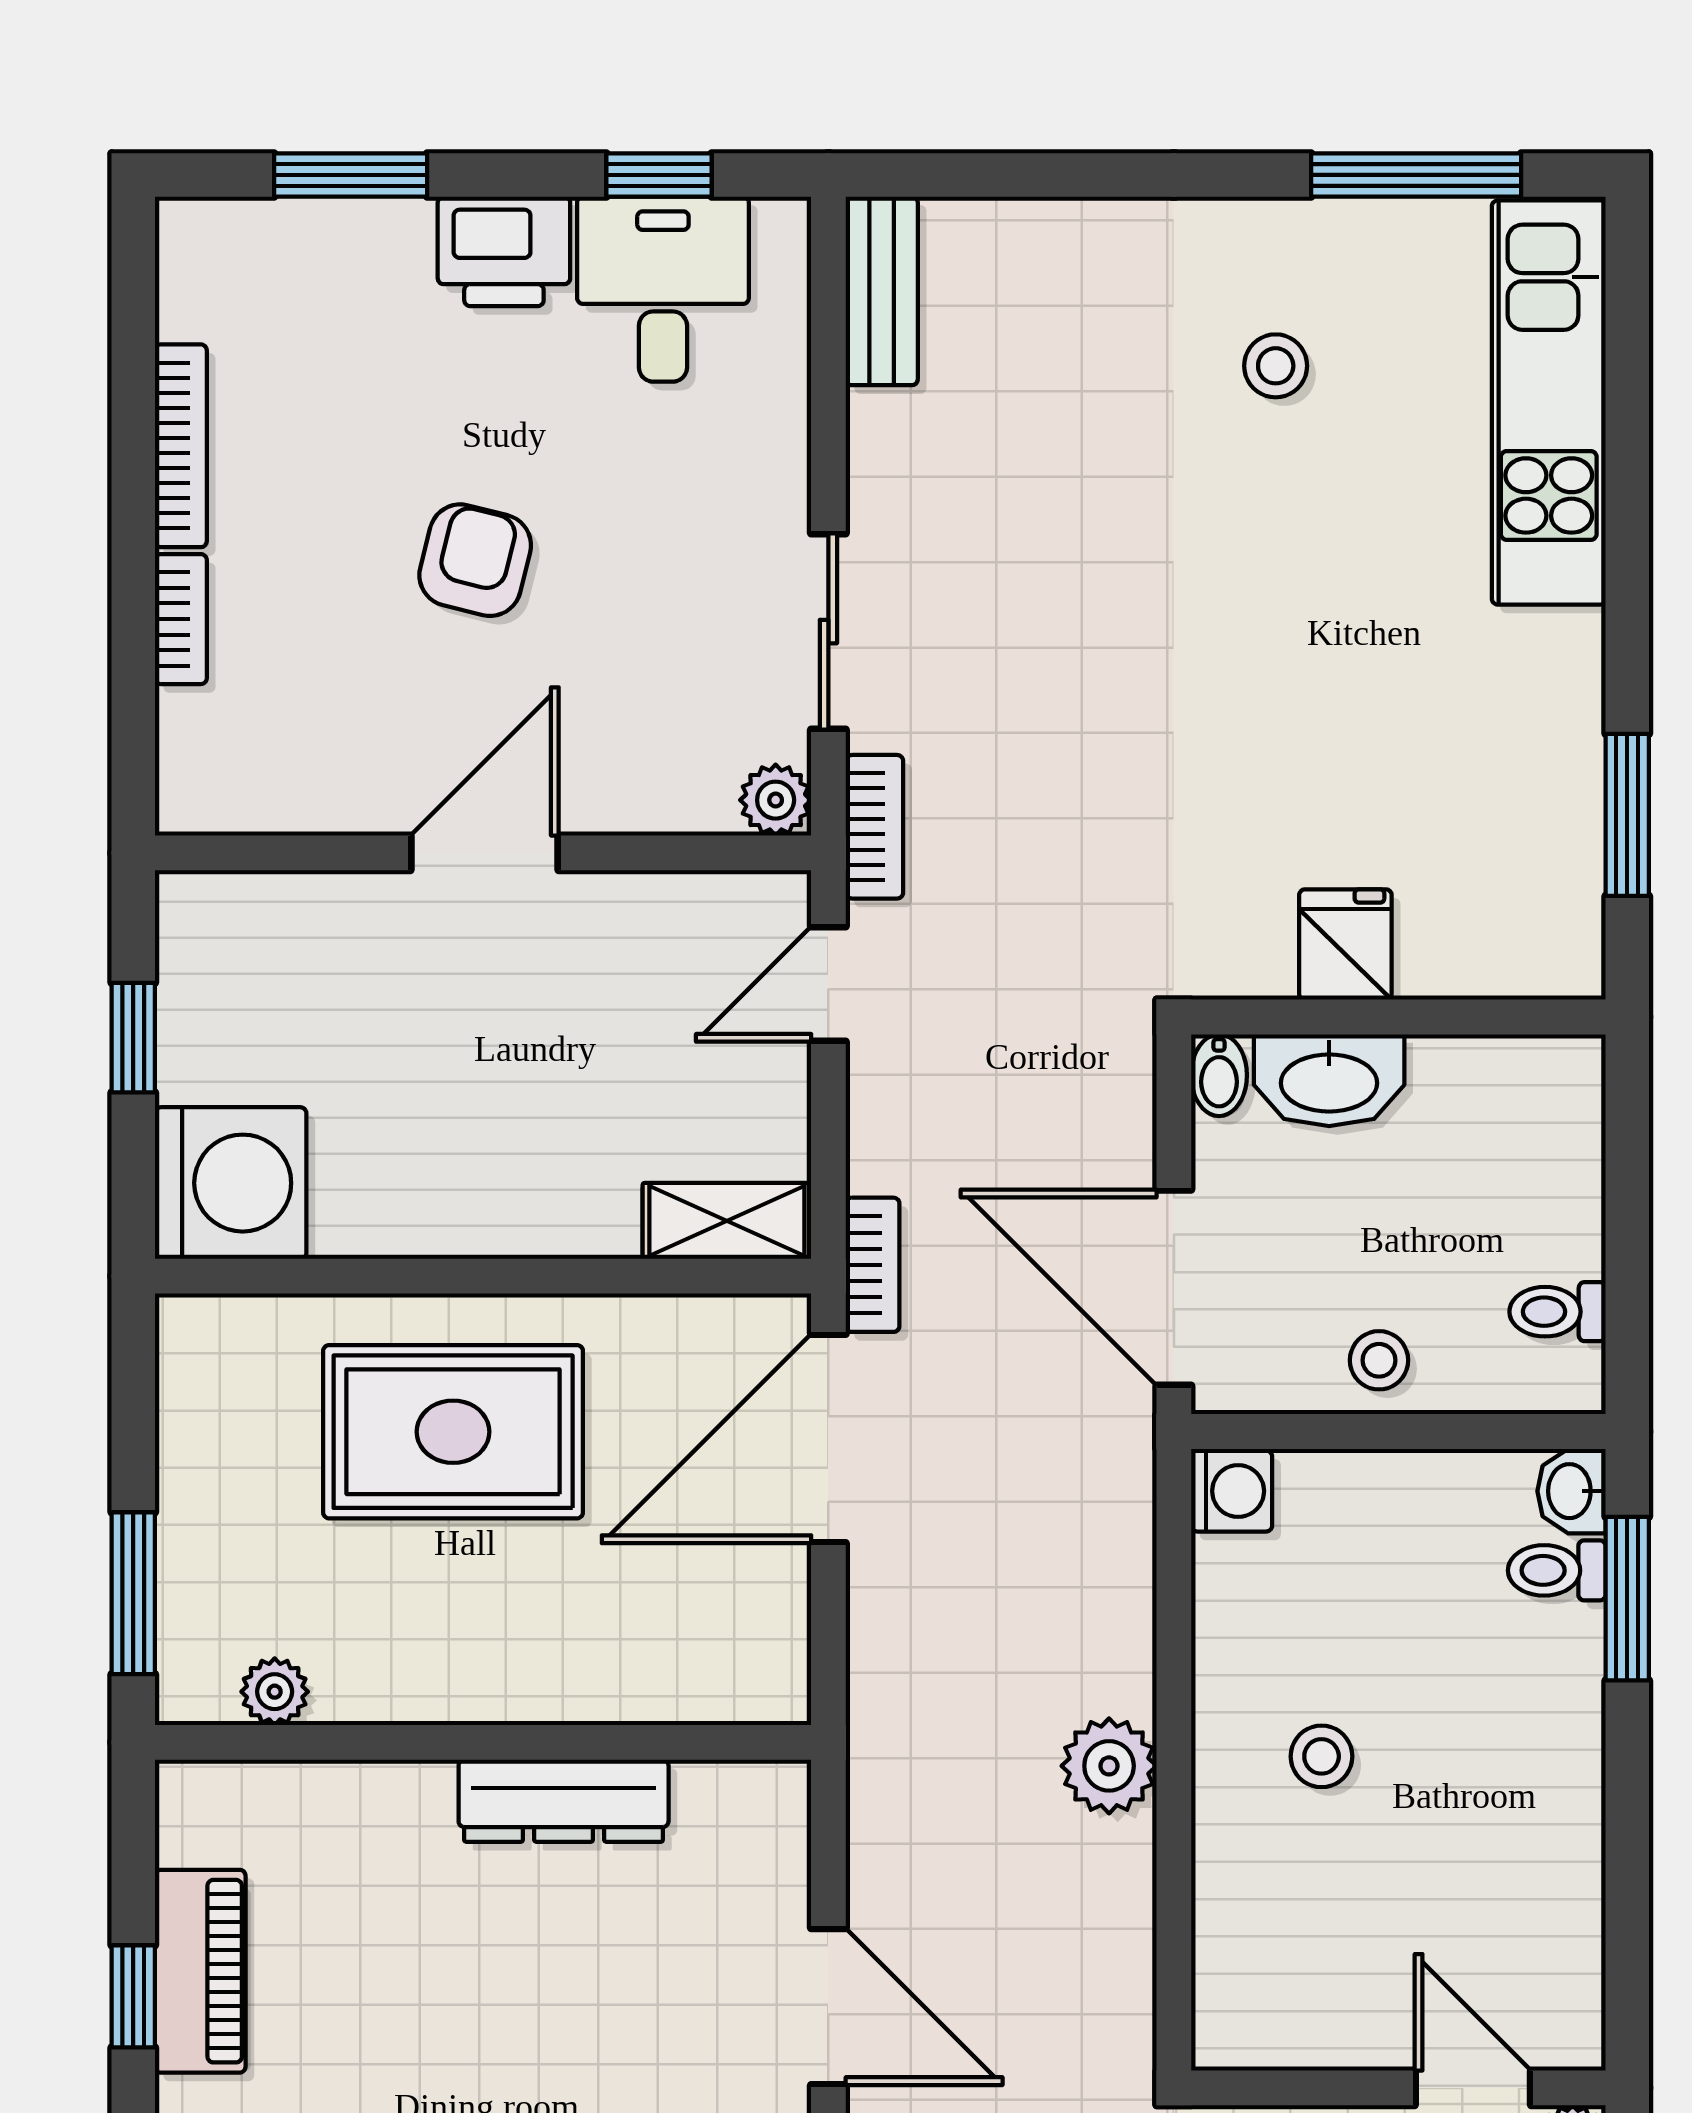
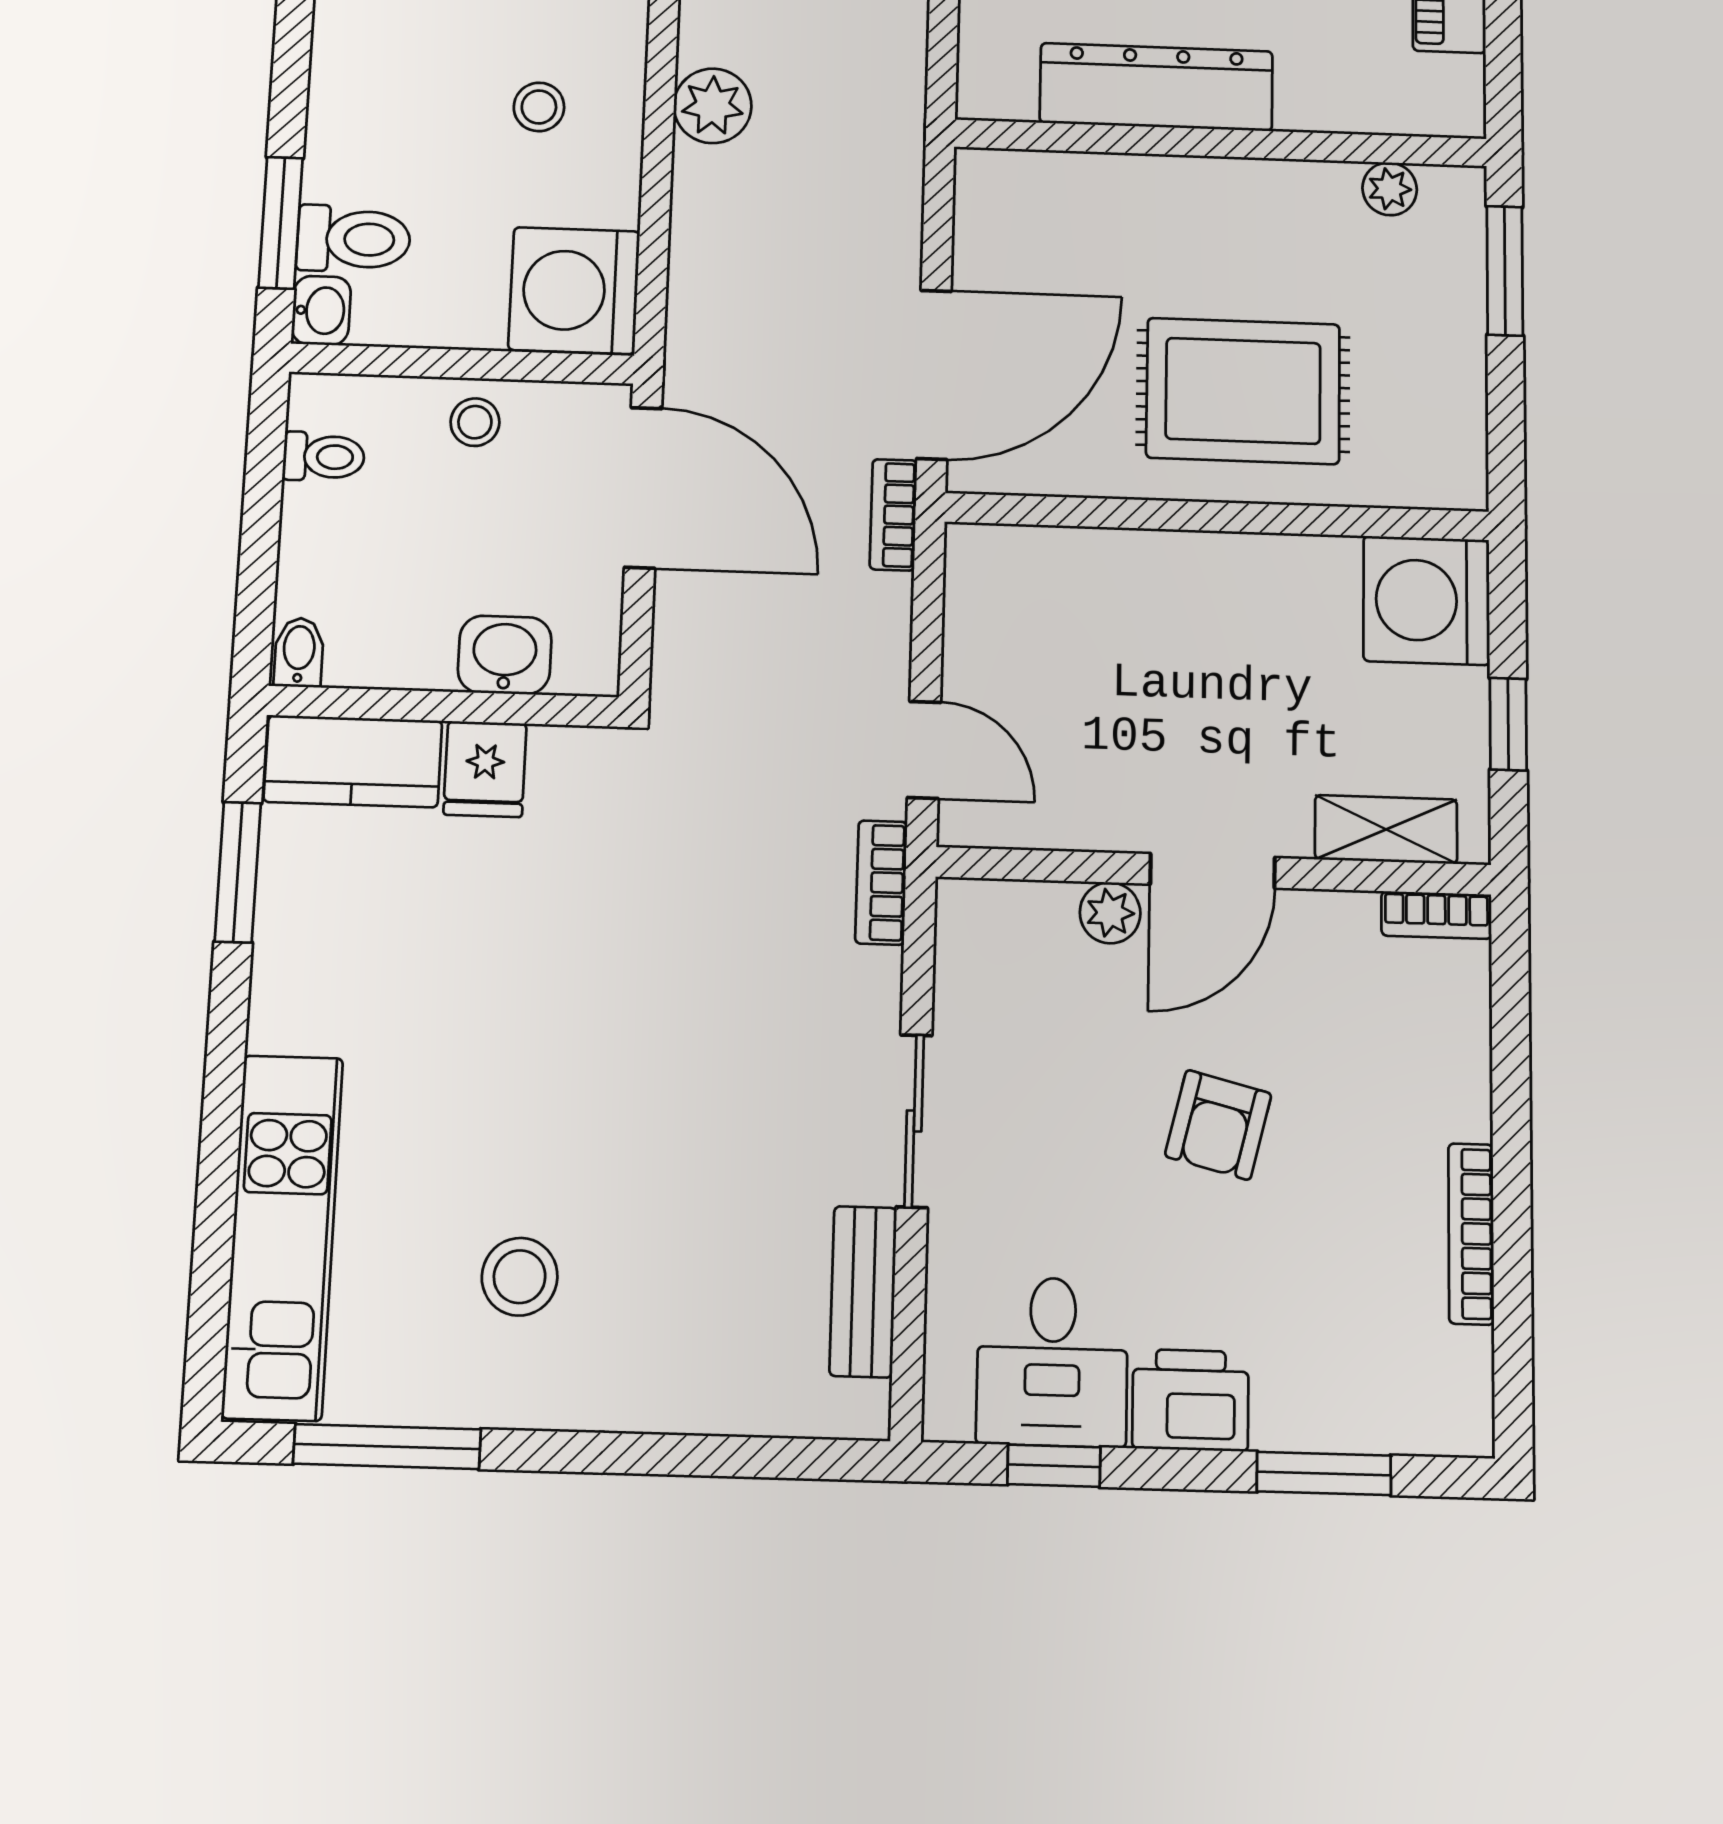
bench: (882, 291) -> (863, 1292), moved
stool: (1276, 366) -> (520, 1277), width x1.37, depth x1.37
bookcase: (181, 619) -> (1436, 915), moved, turned -90
sliding door: (828, 632) -> (914, 1121), moved
plant: (776, 800) -> (1110, 913), moved
kitchen counter: (1501, 949) -> (353, 761), added
door: (828, 984) -> (924, 750), hinge flipped
bidet: (1219, 1075) -> (299, 652), moved
washbasin: (1329, 1080) -> (505, 655), width x0.72
shelving: (727, 1221) -> (1386, 829), moved
washing machine: (1232, 1491) -> (574, 291), width x1.89, depth x1.89
toilet: (1557, 1570) -> (354, 239), width x1.37, depth x1.39
dresser: (564, 1801) -> (1156, 87), width x1.37, depth x1.24

